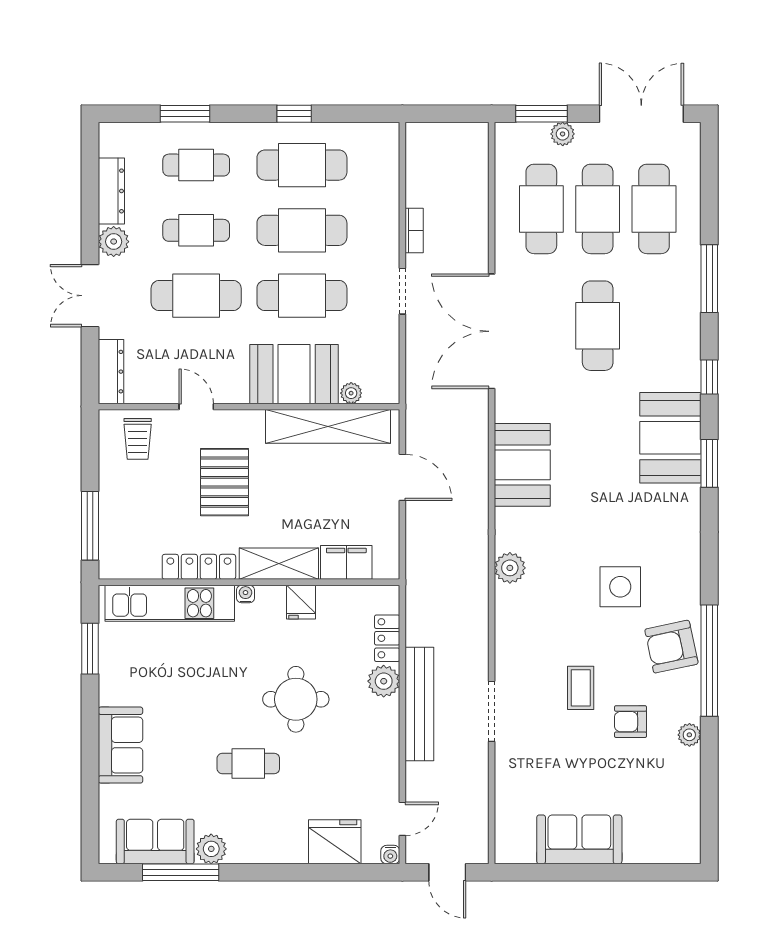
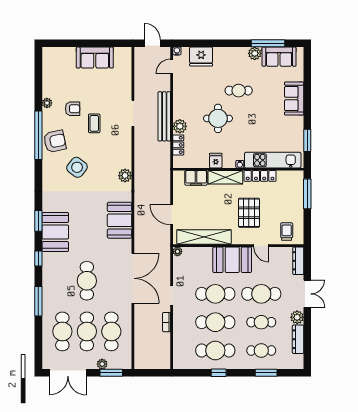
booth: (294, 374) -> (232, 260), moved
plant: (351, 393) -> (177, 251), moved
side table: (620, 587) -> (77, 167), turned 38

